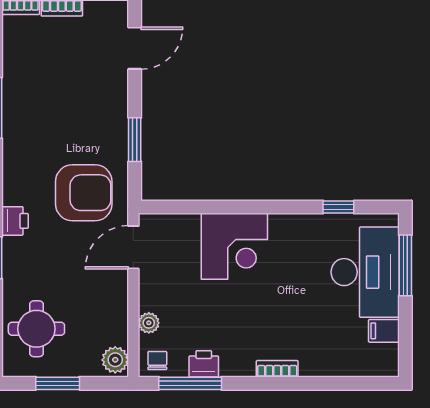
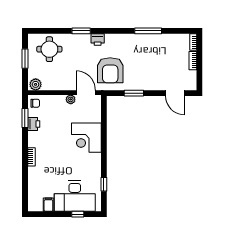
window: (405, 265) -> (78, 214), width x0.46
plant: (149, 323) -> (71, 99), moved
window: (190, 383) -> (25, 118), width x0.69

